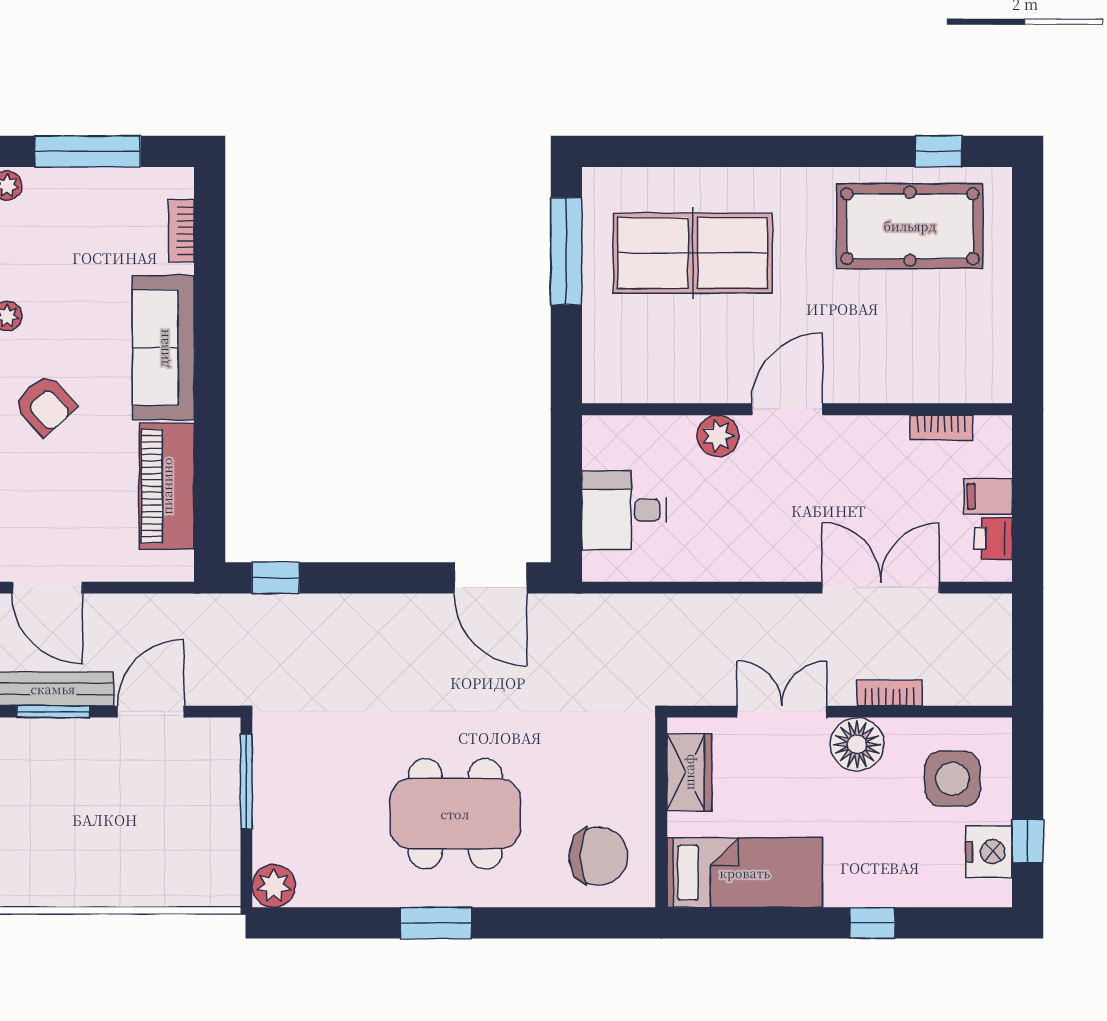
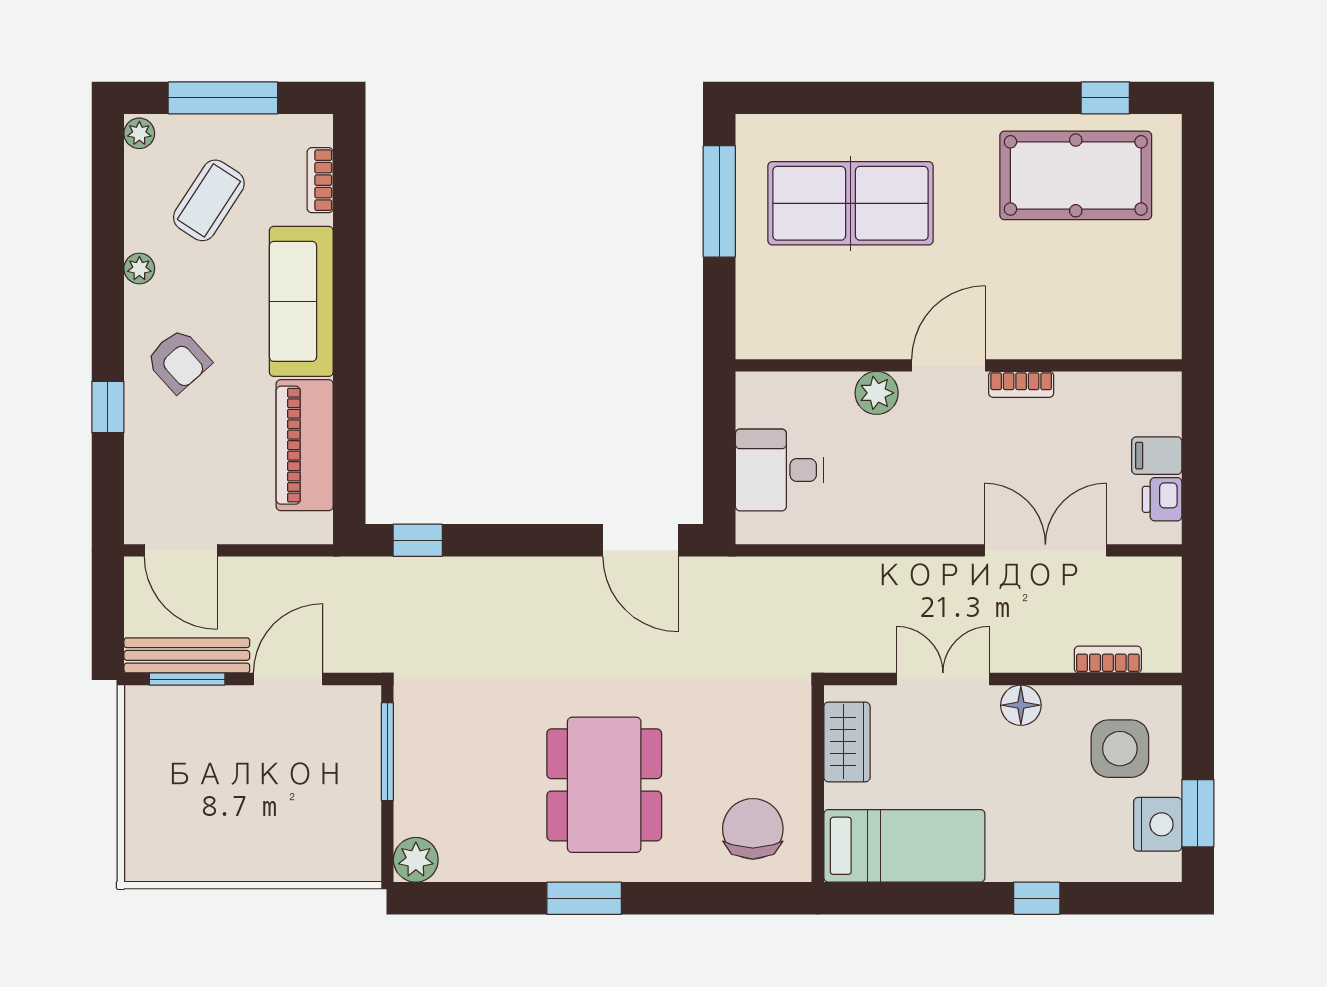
coffee table: (74, 250) -> (209, 200), added
bookcase: (941, 428) -> (1021, 384), moved
bookcase: (889, 693) -> (1108, 660), moved
floor lamp: (857, 744) -> (1021, 705), width x0.73, depth x0.73
dining table: (455, 814) -> (604, 785), turned 90
window: (1028, 841) -> (1198, 813), width x1.50
chair: (599, 856) -> (753, 829), turned -90

